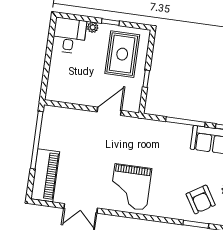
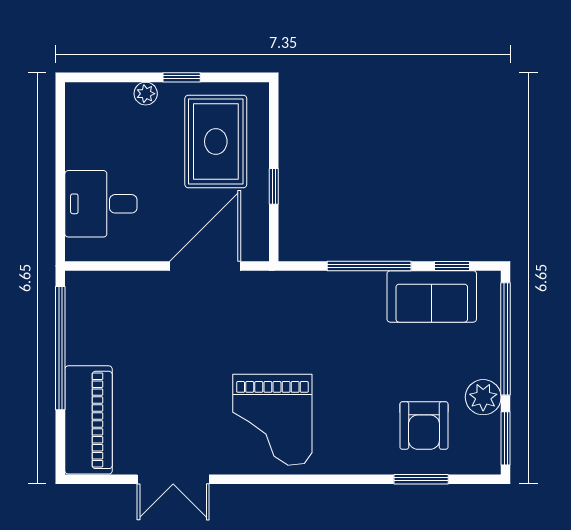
desk: (69, 36) -> (101, 204), moved, turned -90
door: (109, 111) -> (205, 266), width x1.36
armchair: (201, 199) -> (424, 425), turned 32

